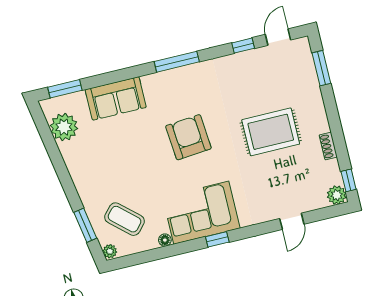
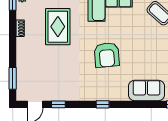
window: (177, 62) -> (103, 104), width x0.46
rug: (271, 132) -> (58, 27), moved, turned 90

